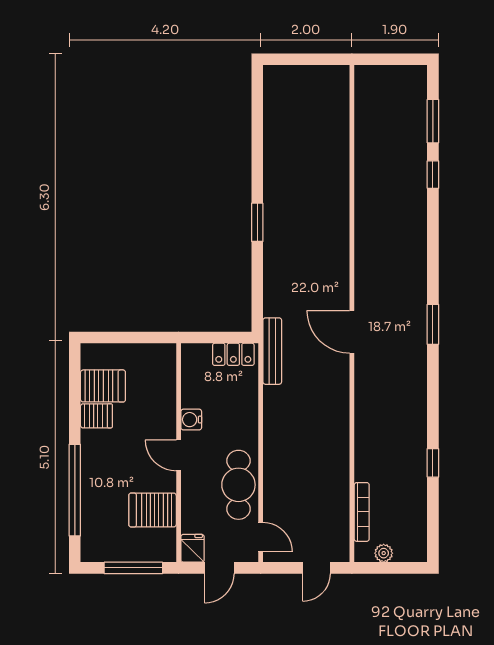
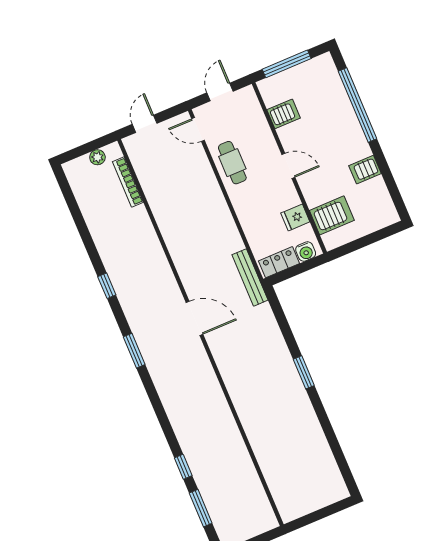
server rack: (103, 386) -> (332, 215), moved, turned 180
water cooler: (191, 420) -> (306, 252), moved, turned 90
window: (433, 463) -> (107, 286), moved
cafe table: (238, 485) -> (232, 163), width x0.73, depth x0.74
server rack: (153, 510) -> (284, 114), width x0.73, depth x0.70
fridge: (193, 548) -> (295, 217), moved, turned 90

